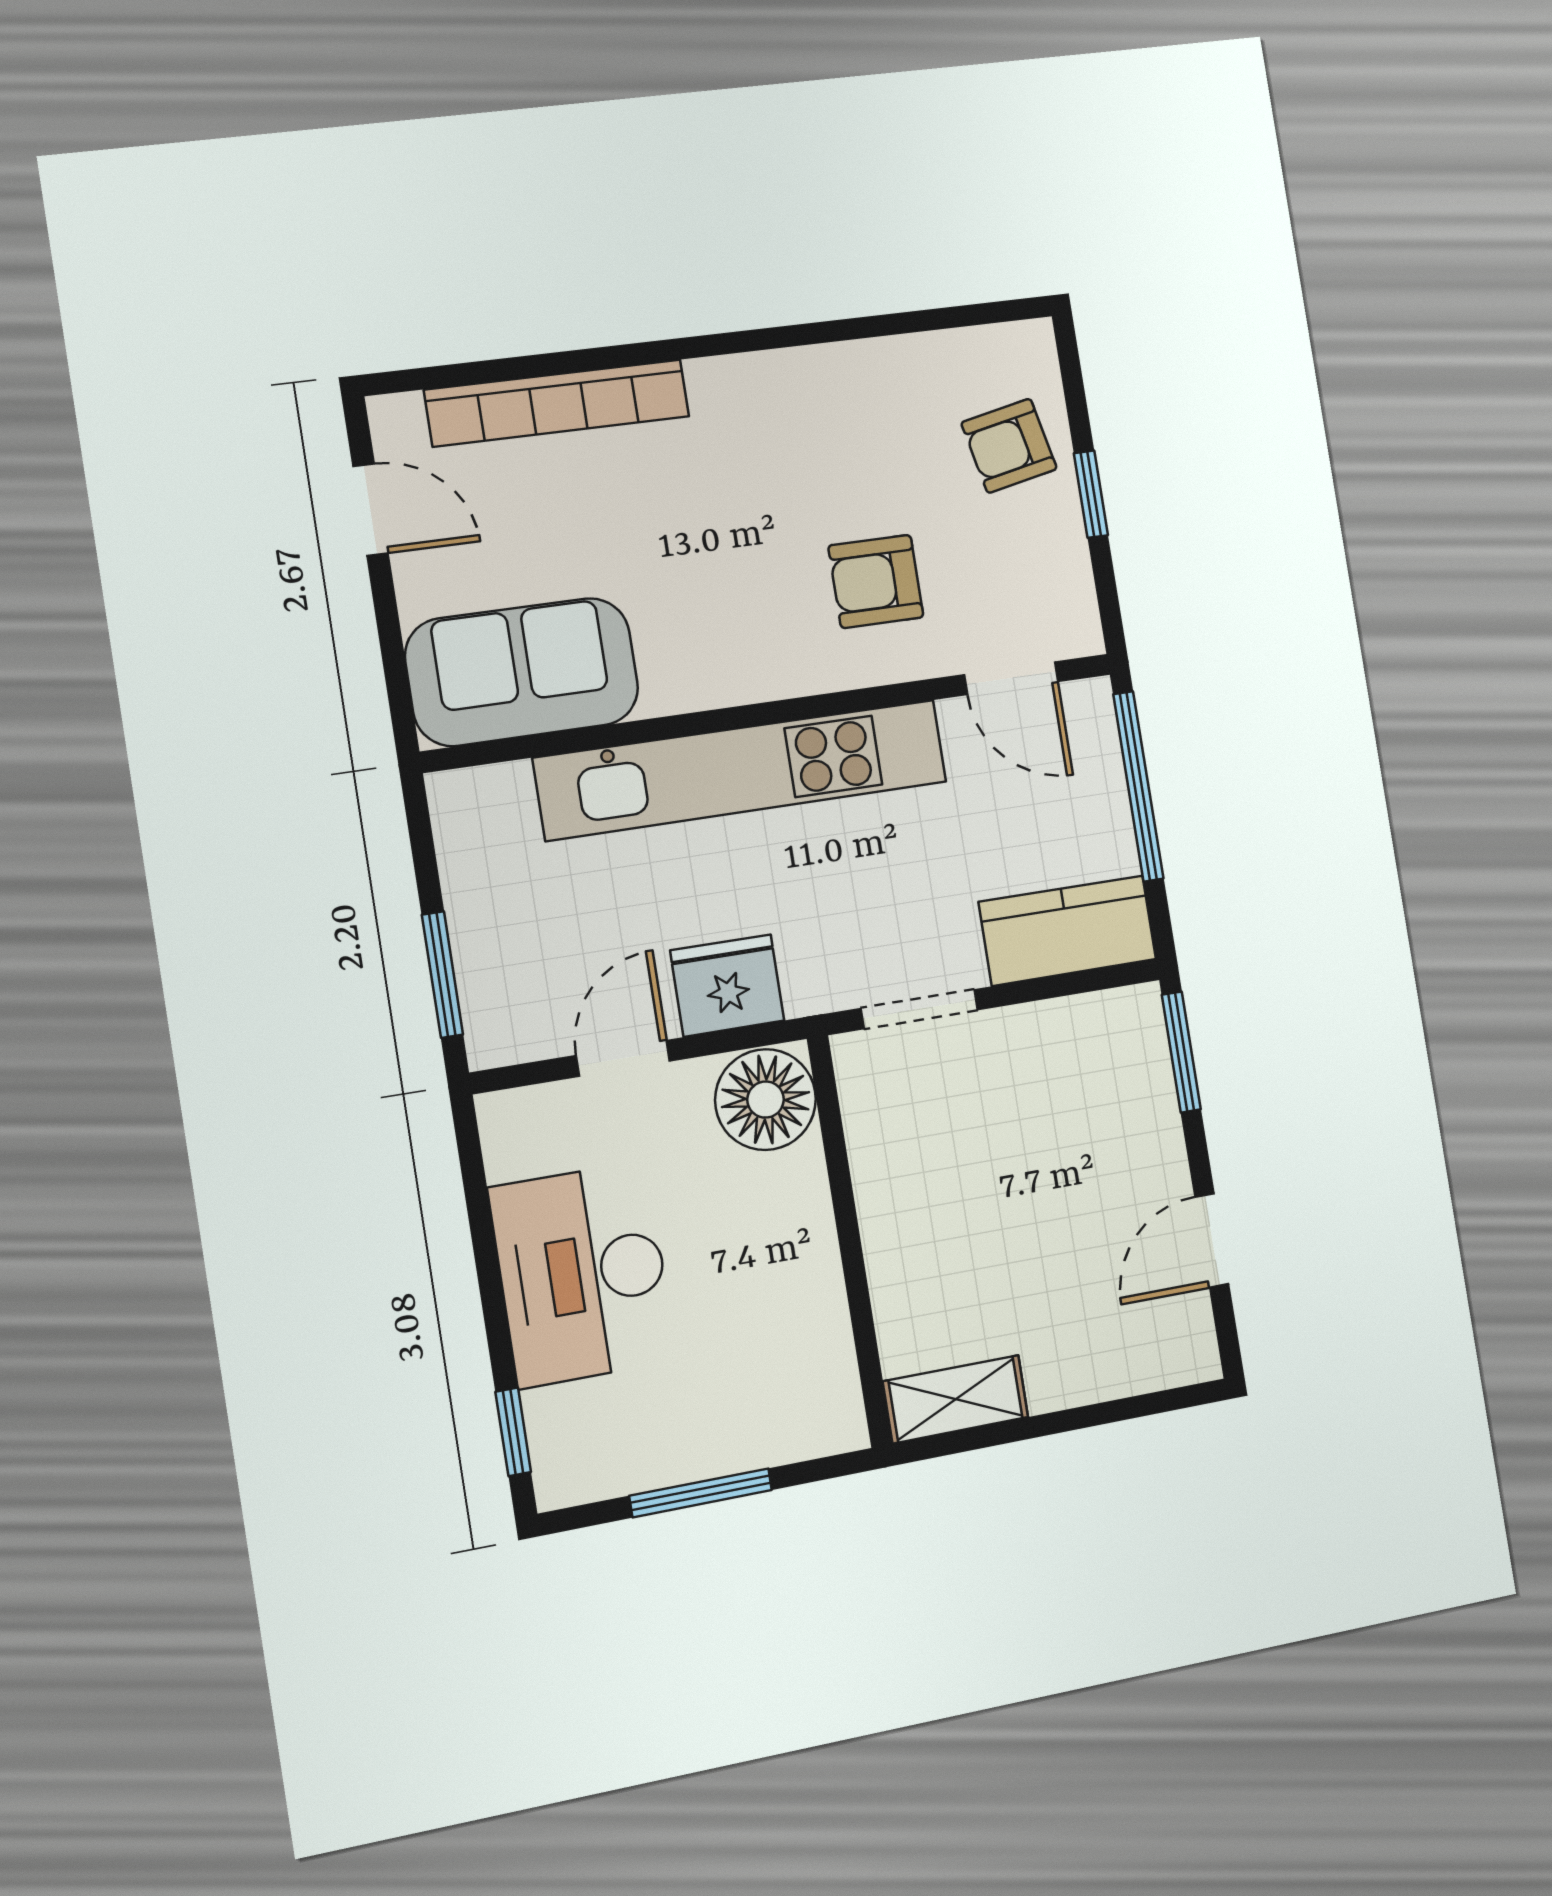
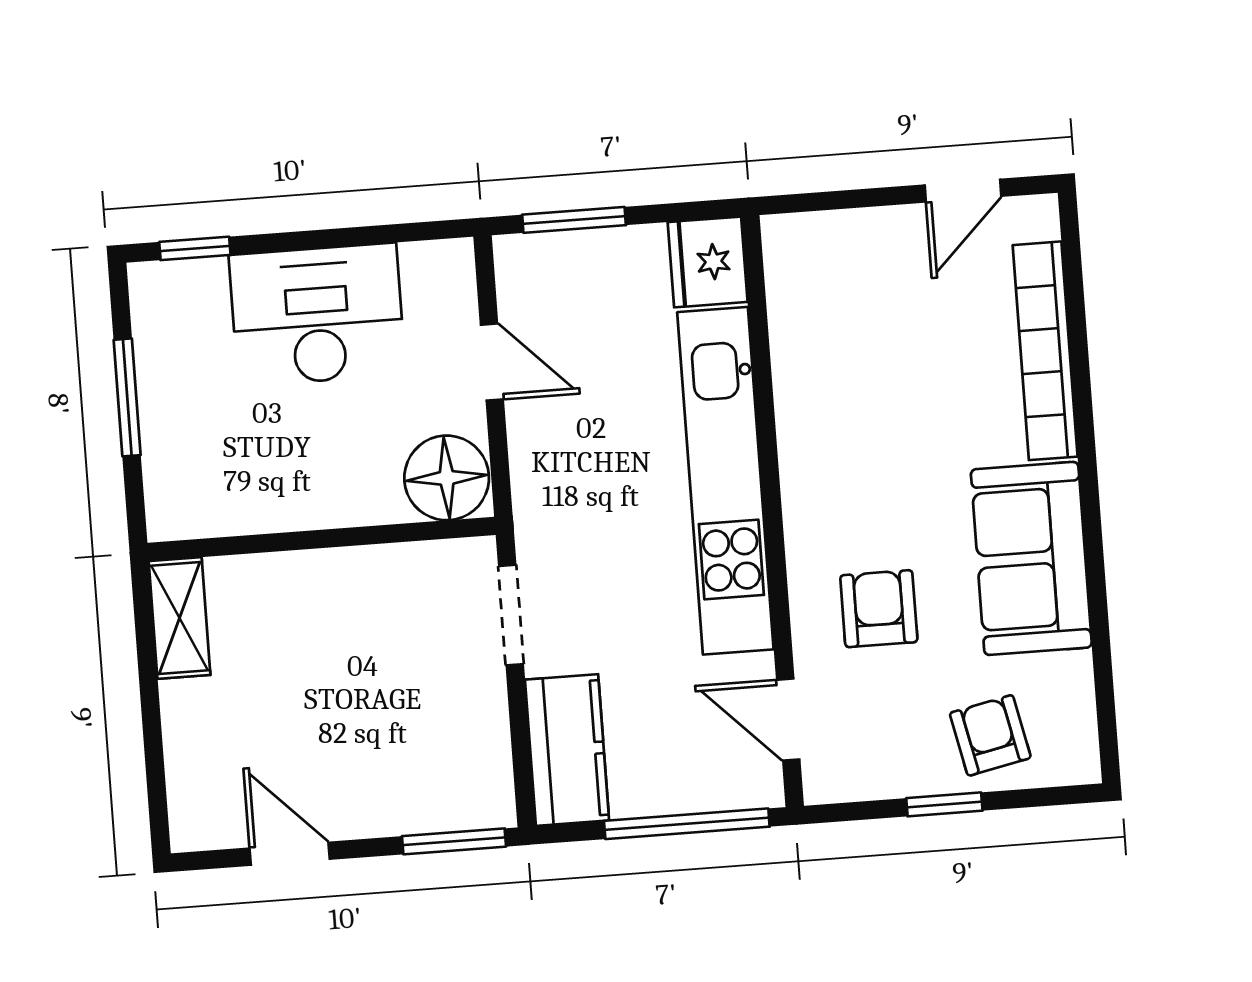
sofa: (522, 672) -> (1031, 558), moved, turned 180
door: (1011, 678) -> (788, 720), hinge flipped
fridge: (727, 986) -> (708, 262), moved, turned 180

